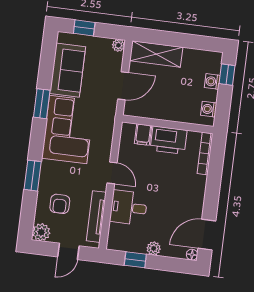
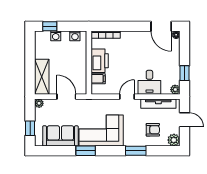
plant: (154, 248) -> (175, 90), moved

